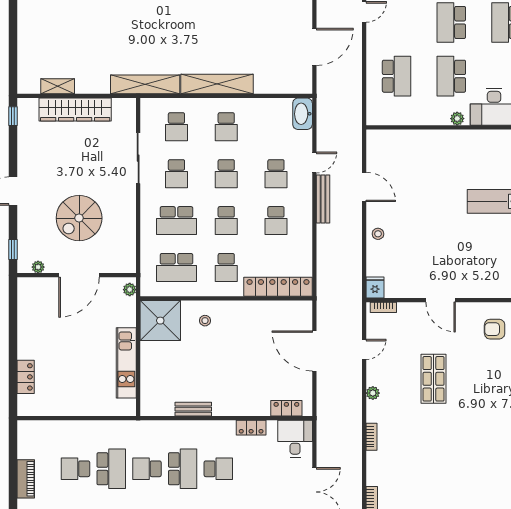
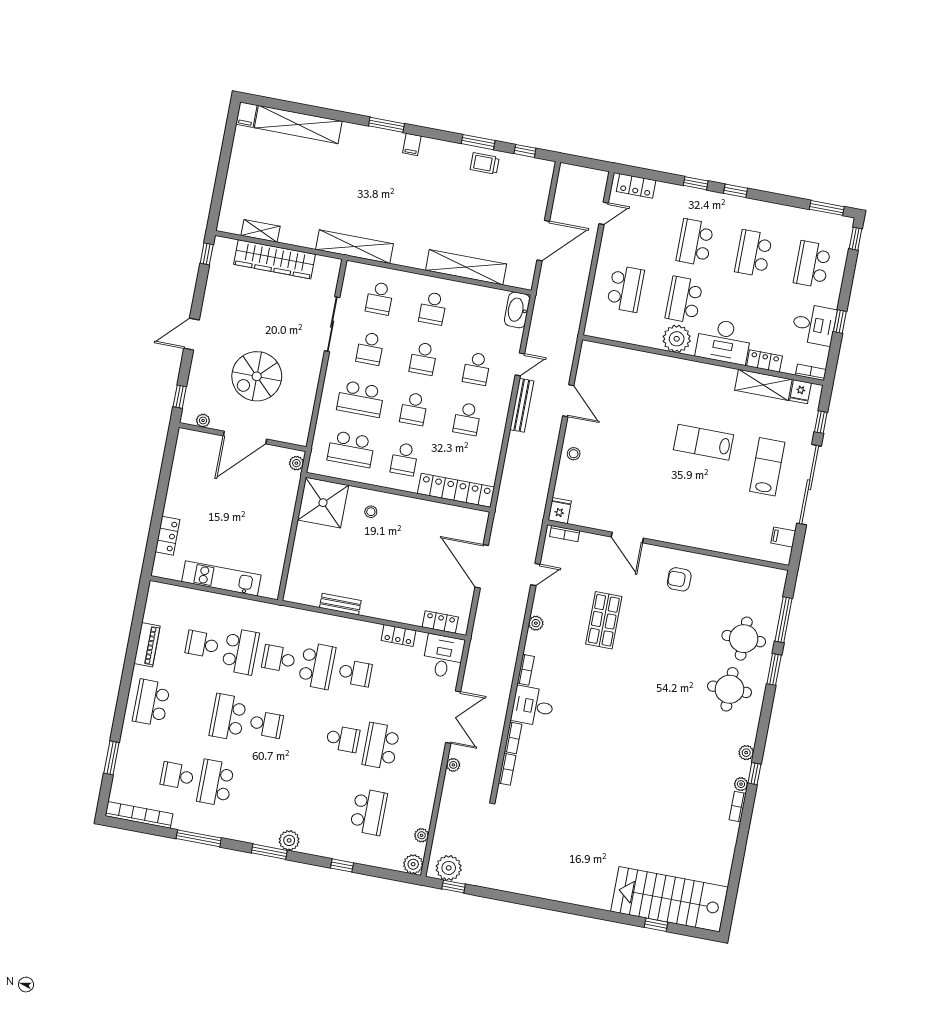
shelving: (217, 84) -> (466, 267), moved
plant: (457, 119) -> (677, 339), width x1.88, depth x1.88
kitchen unit: (126, 363) -> (221, 578), moved, turned 90
desk: (384, 468) -> (533, 706), added

